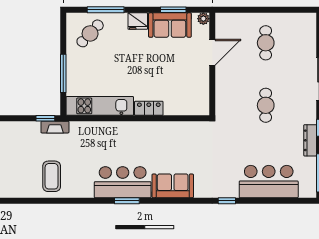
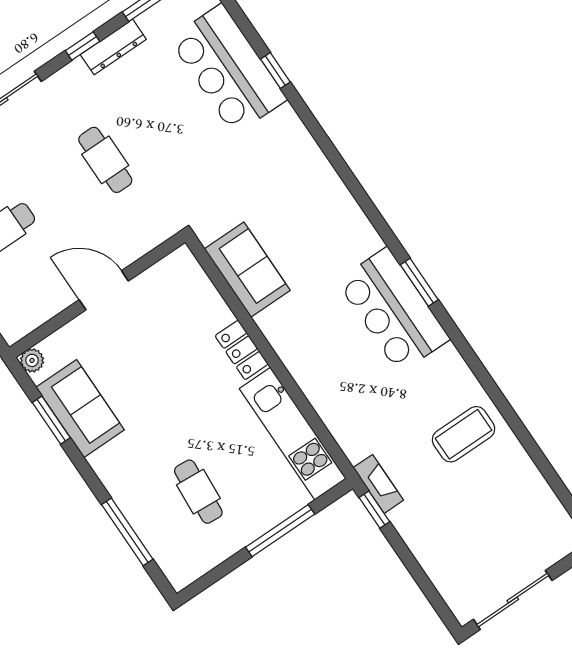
fridge: (138, 21) -> (110, 466), removed
cafe table: (90, 33) -> (198, 492), moved, turned 51
door: (212, 52) -> (104, 290), moved
cafe table: (266, 105) -> (105, 160), turned 90
sofa: (173, 186) -> (247, 270), moved, turned 180
window: (227, 201) -> (275, 70), moved

